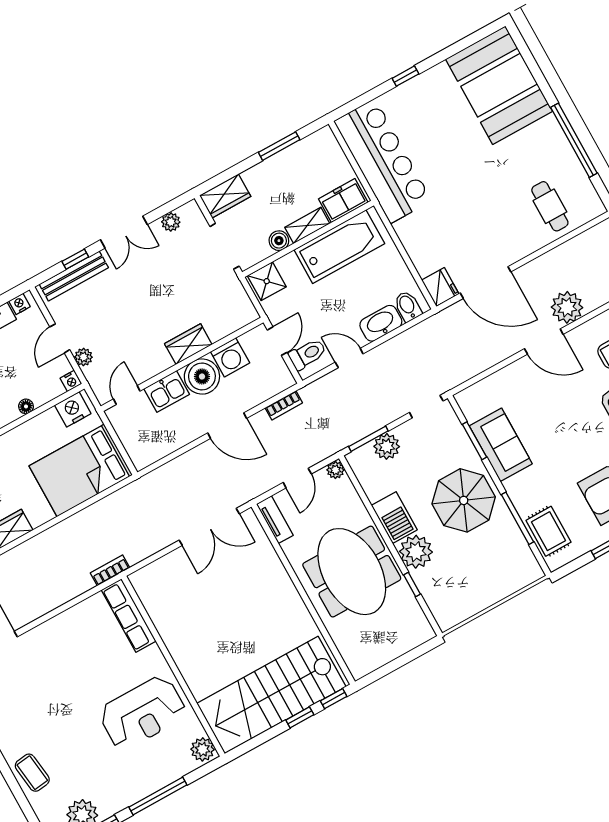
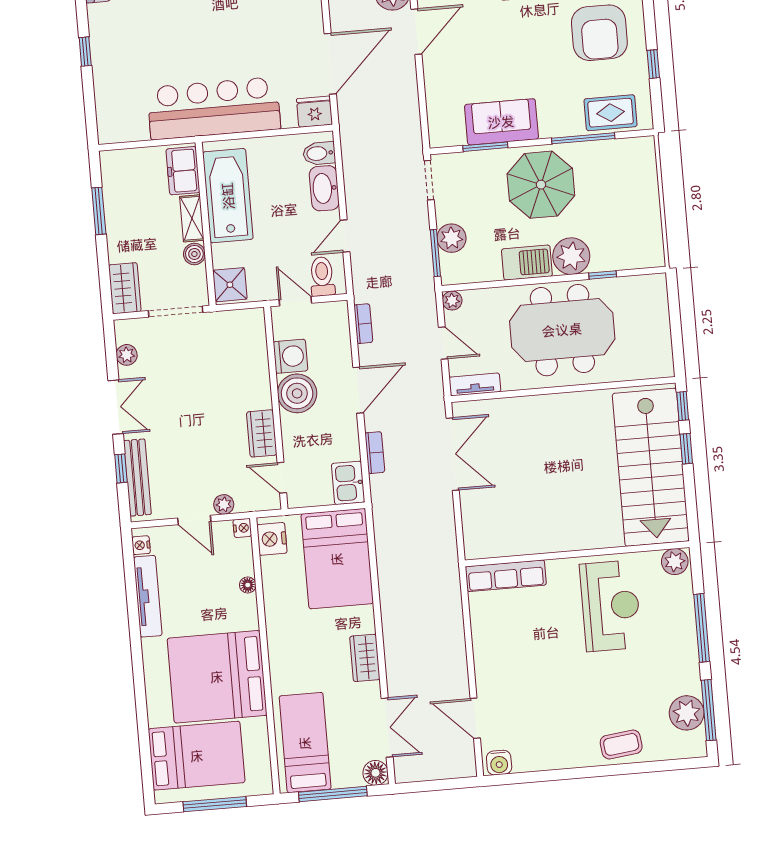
bar counter: (383, 161) -> (214, 108), moved
wardrobe: (188, 344) -> (262, 433), moved
kitchen sink: (167, 391) -> (348, 483), moved, turned 180
bookcase: (110, 570) -> (375, 453), moved, turned 180

